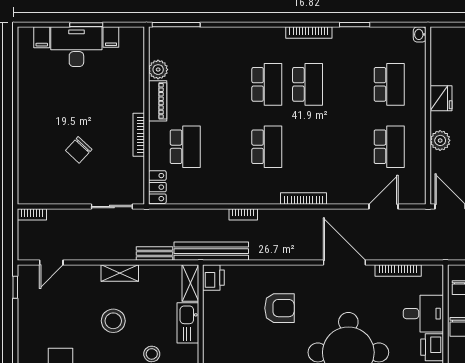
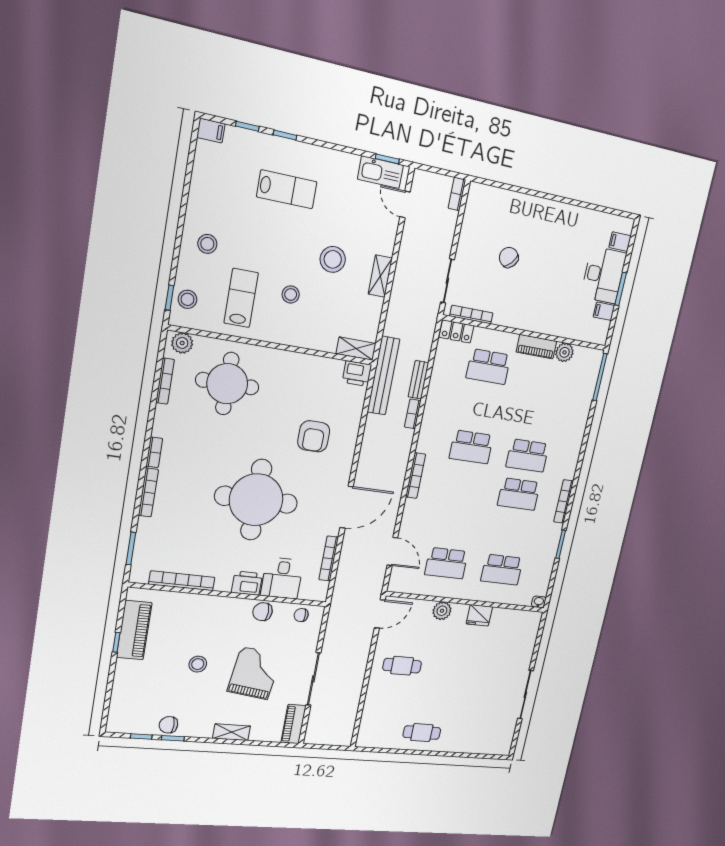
bookcase: (139, 135) -> (471, 315), moved
bench: (155, 253) -> (418, 380), moved
kitchen sink: (188, 323) -> (380, 172), moved, turned 180

